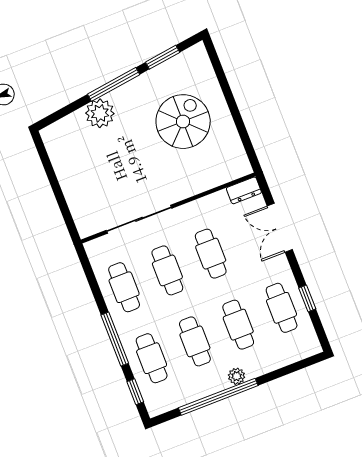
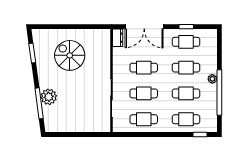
window: (114, 84) -> (39, 103), moved
double door: (280, 228) -> (144, 27), width x1.37
window: (115, 339) -> (169, 134), removed

